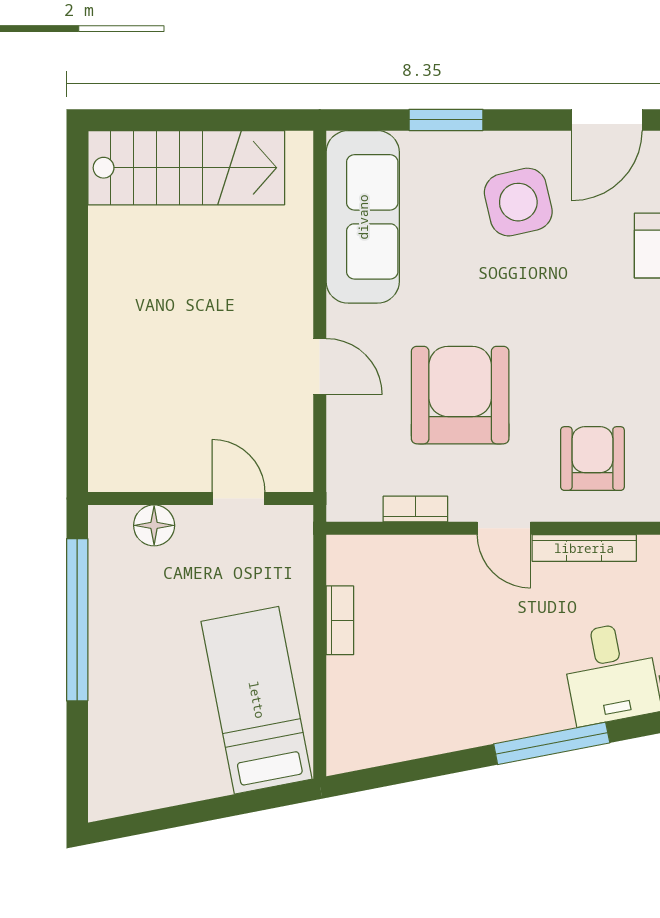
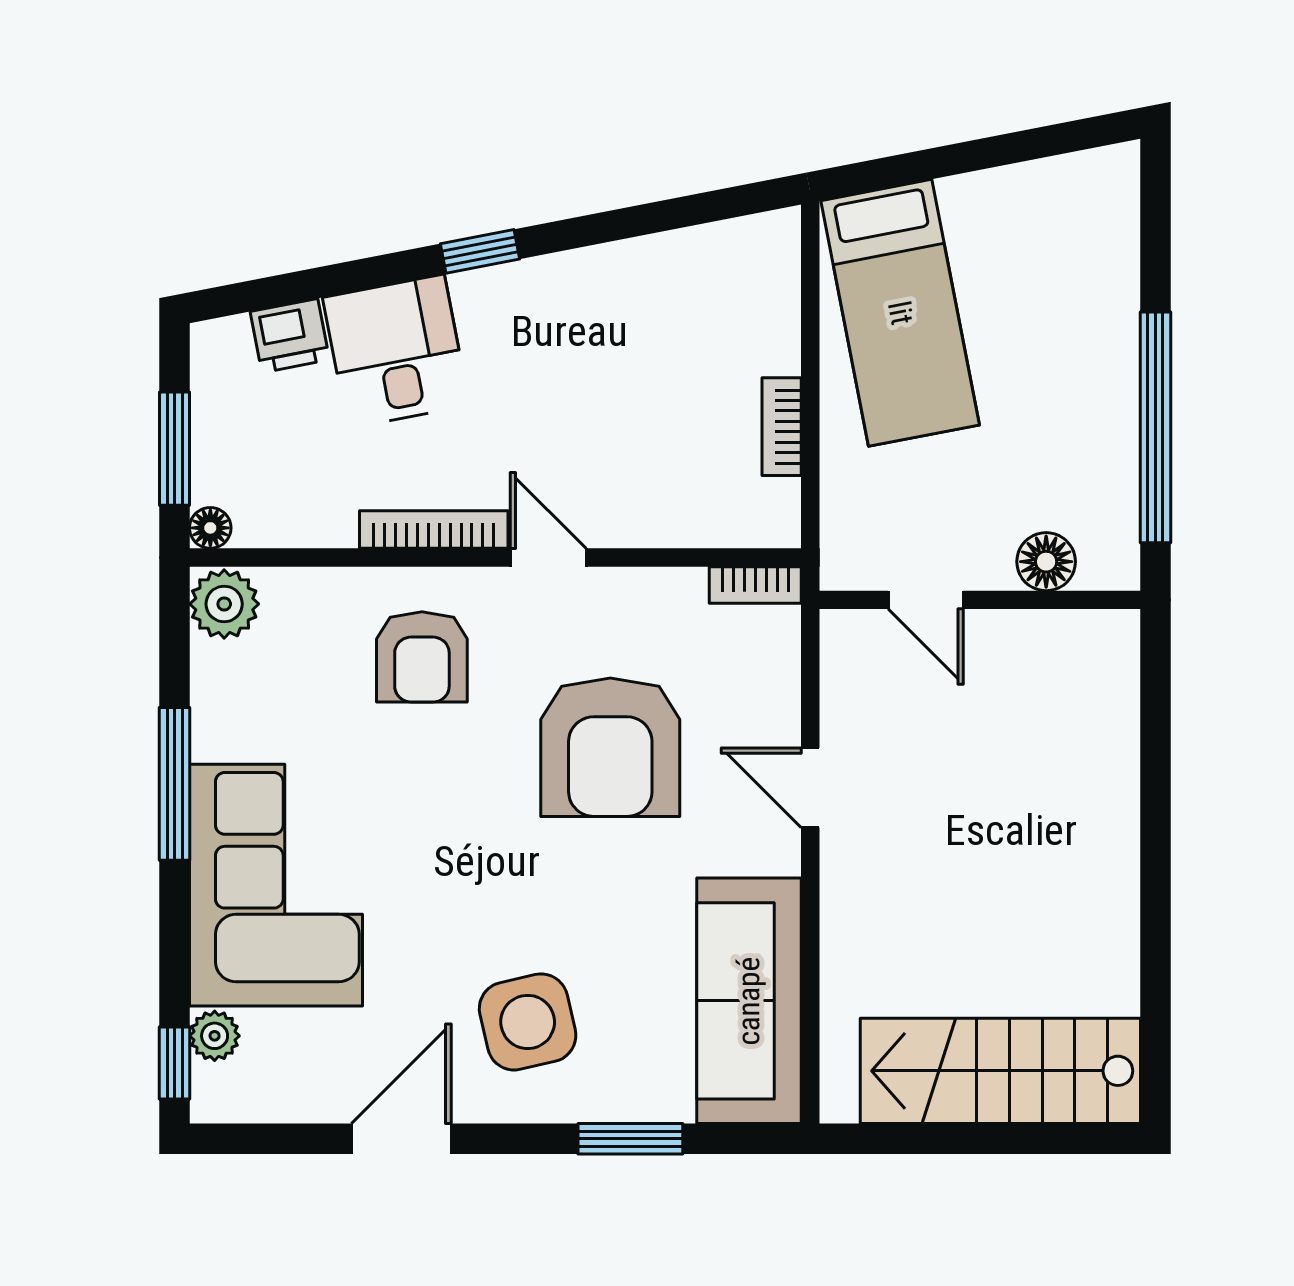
bookcase: (415, 509) -> (755, 585), moved
window: (552, 743) -> (480, 251), width x0.46

